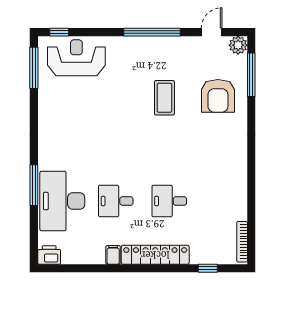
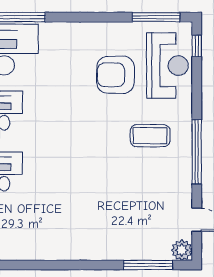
armchair: (218, 96) -> (116, 75), moved
coffee table: (164, 98) -> (150, 136), moved

